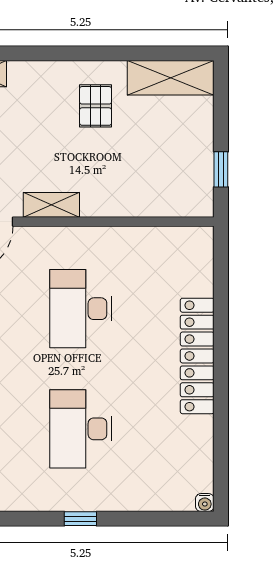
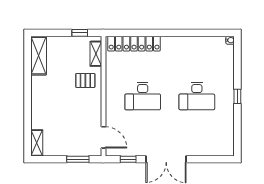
pallet: (96, 106) -> (85, 80), moved
shelving: (51, 205) -> (96, 54), moved
locker: (197, 356) -> (134, 44), moved

